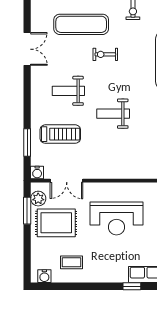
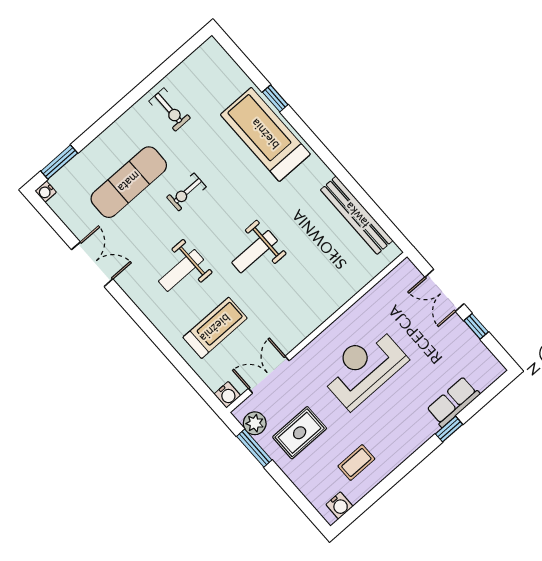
window: (27, 142) -> (186, 371), removed
double door: (67, 181) -> (269, 375), swing flipped
reception desk: (116, 218) -> (364, 367), turned 180
rug: (56, 223) -> (300, 433), width x0.73, depth x0.70

